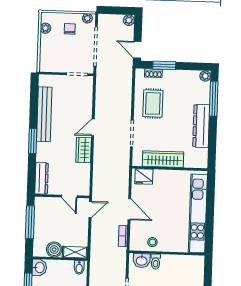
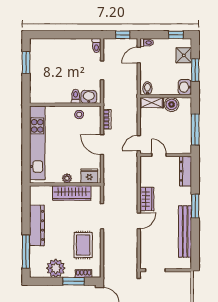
plant: (205, 76) -> (56, 268), moved, width x1.87, depth x1.87
plant: (168, 175) -> (67, 178), added

